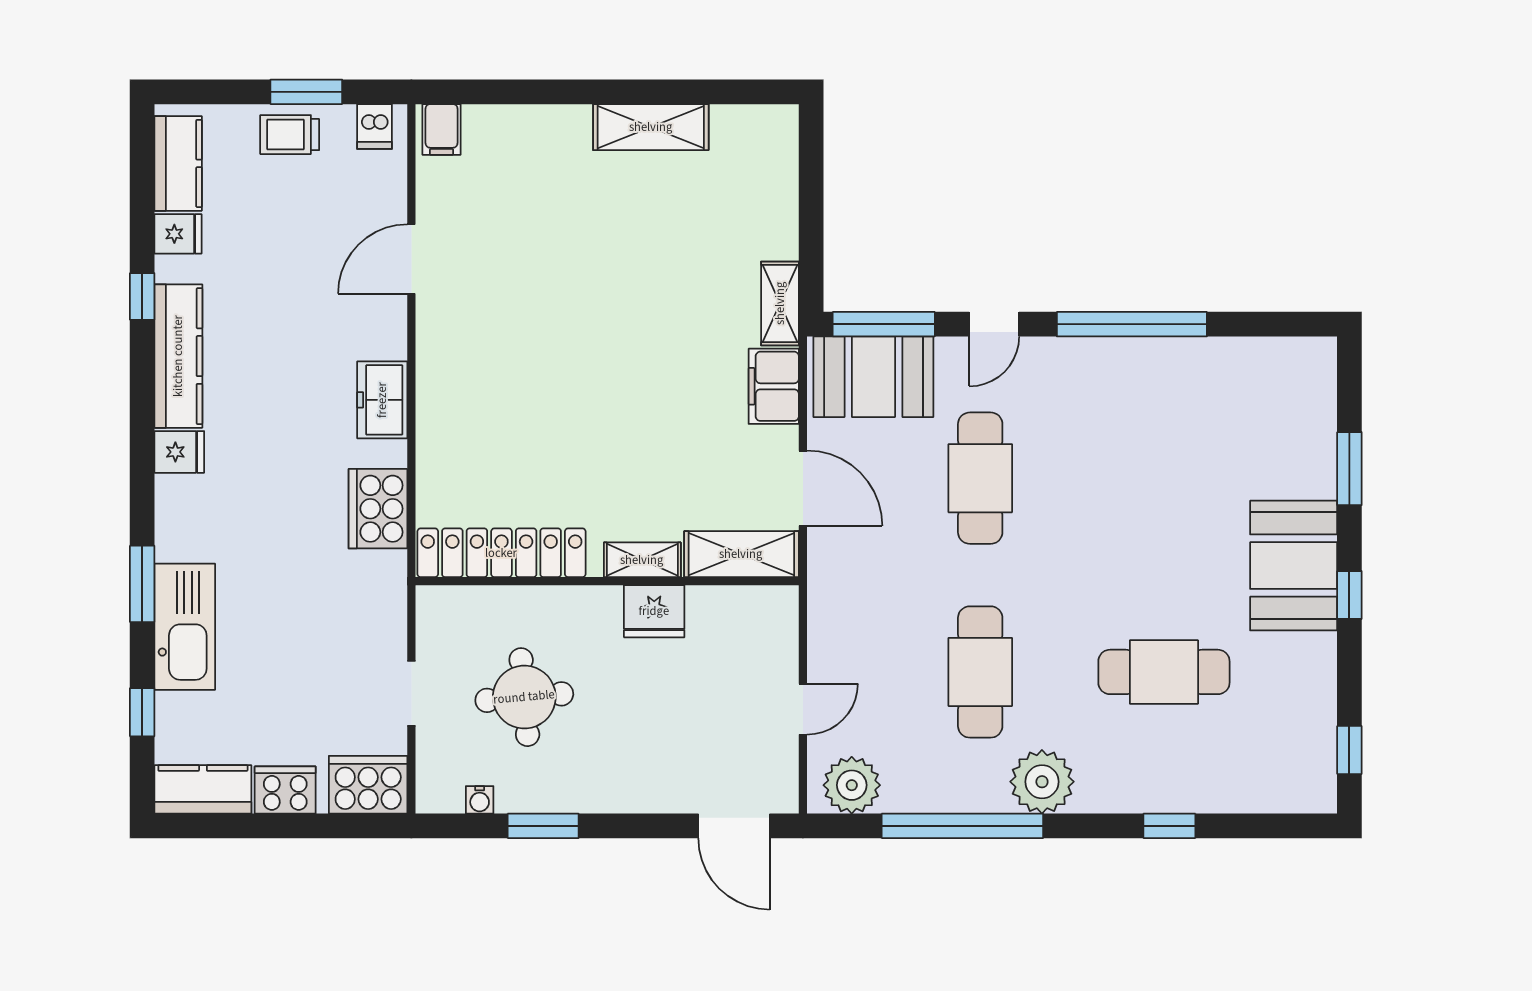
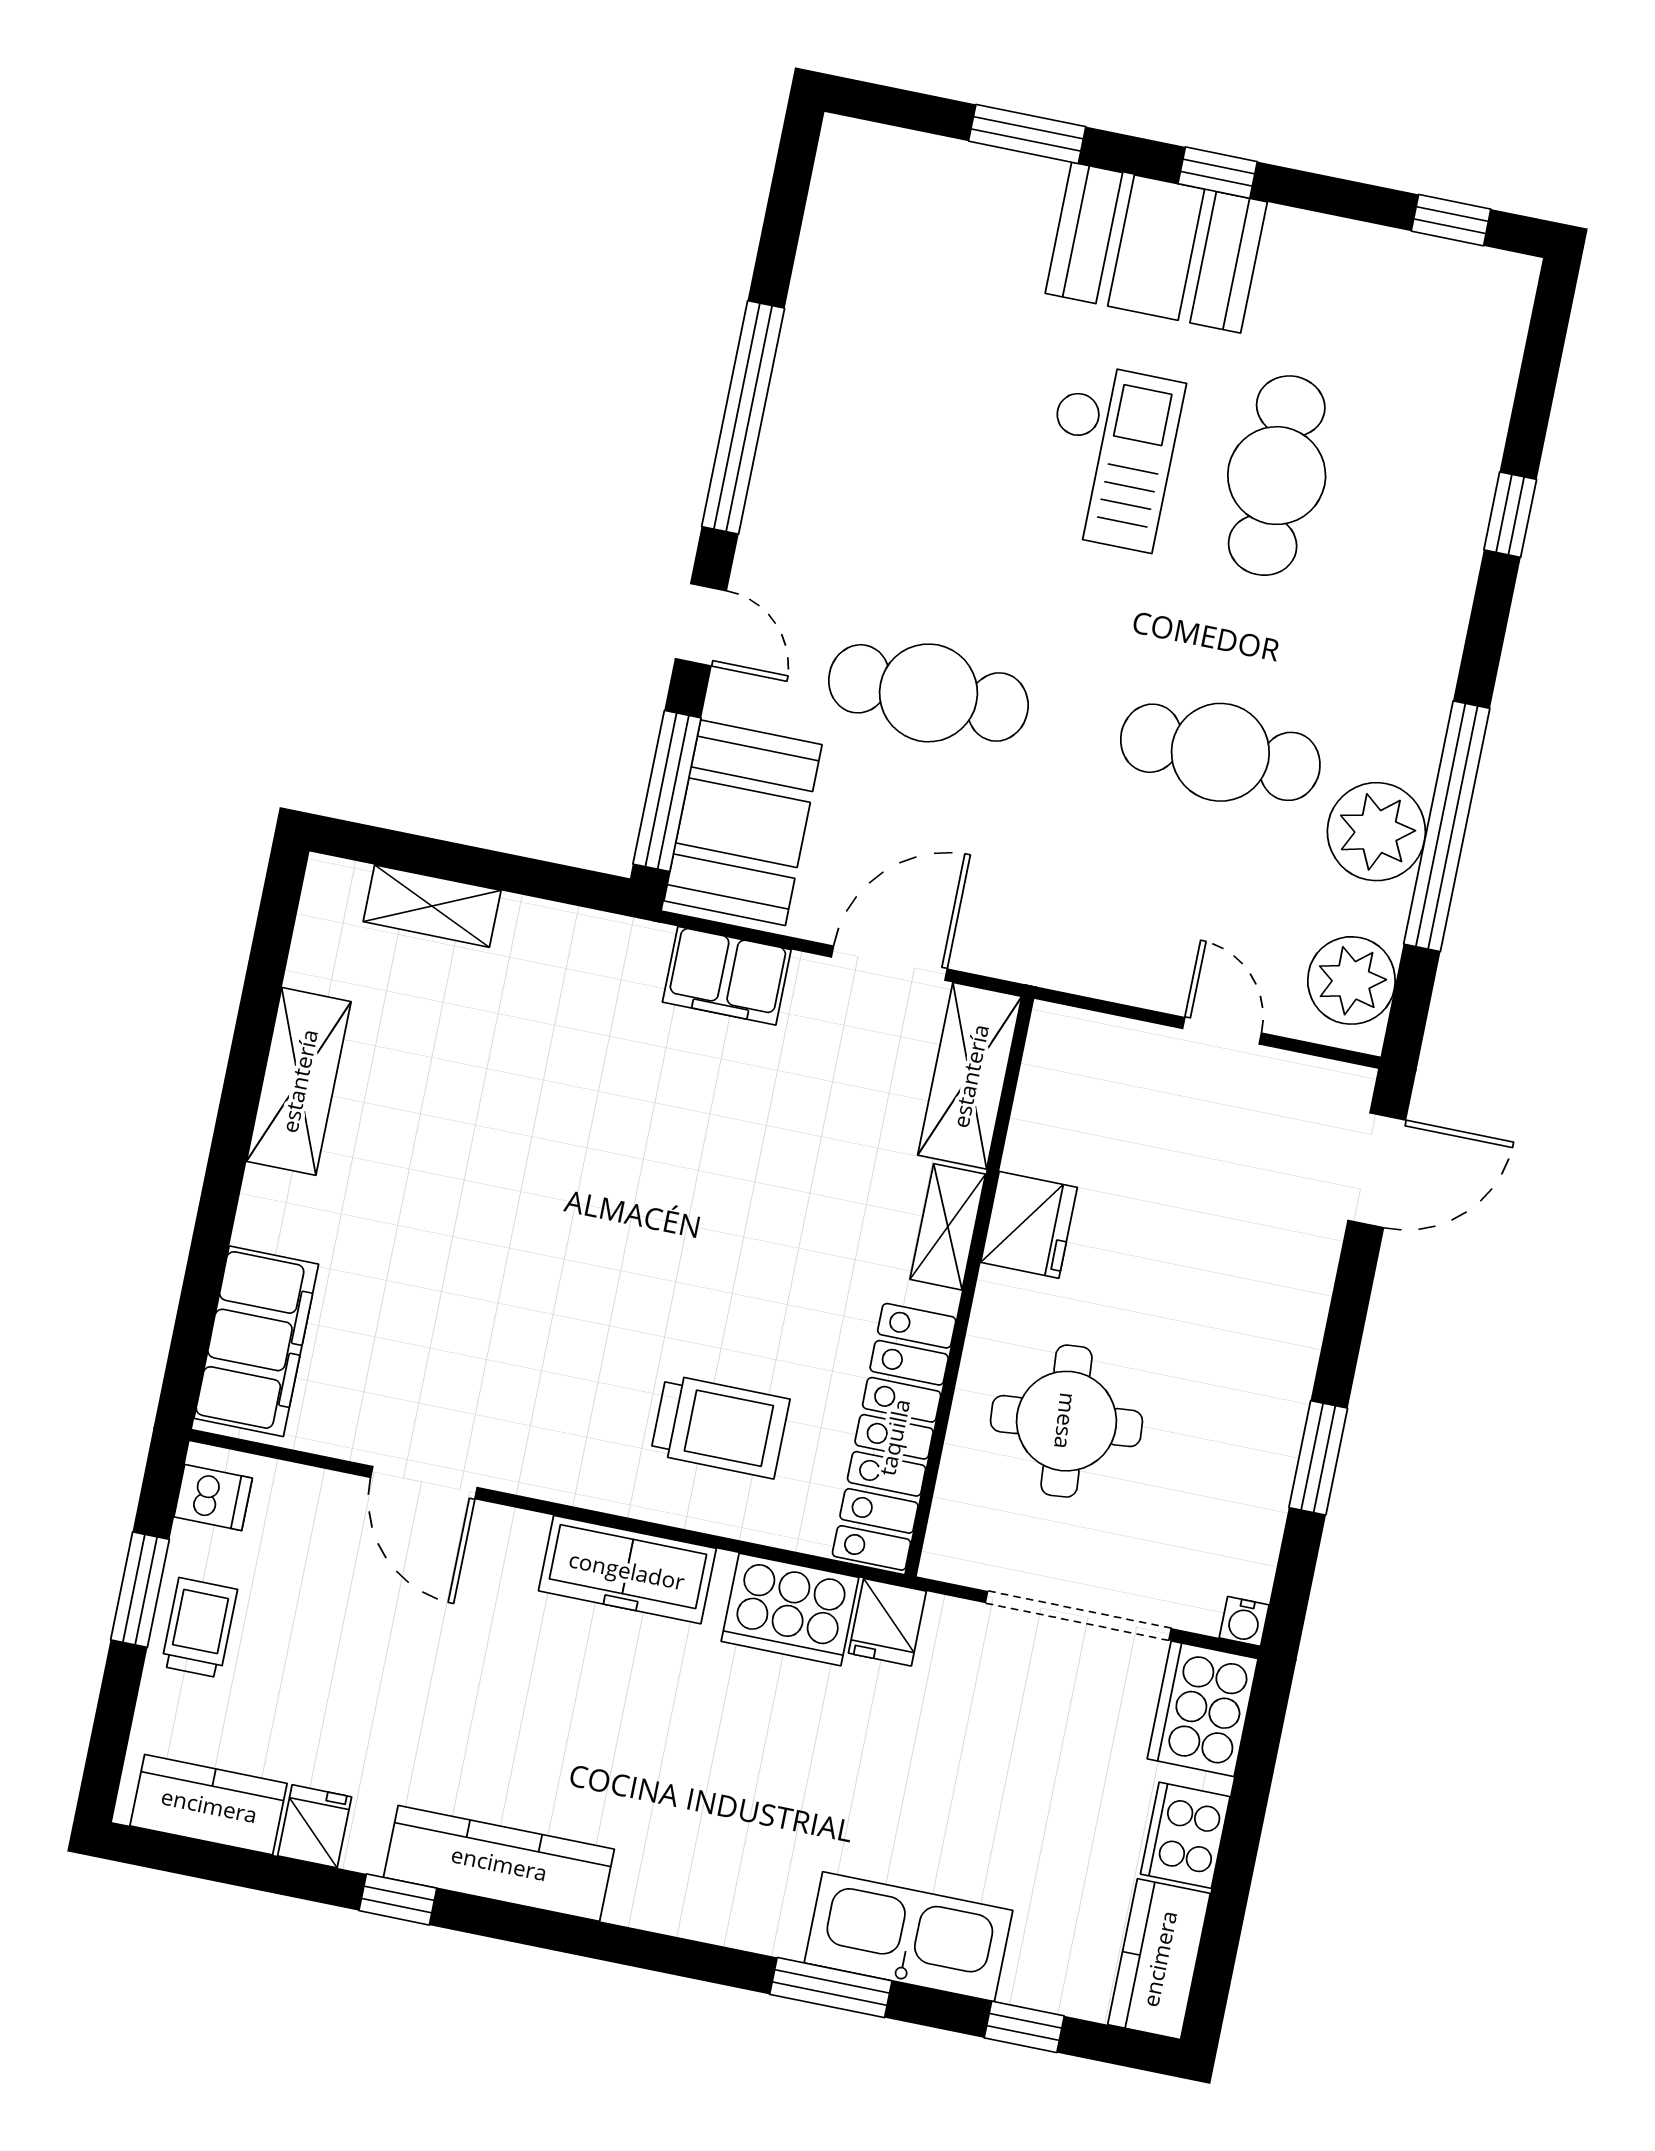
filing cabinet: (442, 129) -> (256, 1341), width x3.00, depth x1.17
trolley: (290, 135) -> (199, 1628), turned 180
shelving: (780, 303) -> (432, 906), moved
freezer: (382, 400) -> (627, 1570), width x1.40
trolley: (486, 441) -> (720, 1427), added
fridge: (179, 452) -> (887, 1622), moved, turned 180
checkout: (1155, 563) -> (1109, 456), added
doorway: (411, 693) -> (1078, 1616), width x1.88
round table: (524, 697) -> (1066, 1421), moved
plant: (1042, 782) -> (1376, 832), moved
water cooler: (480, 800) -> (1244, 1621), moved, turned 90

